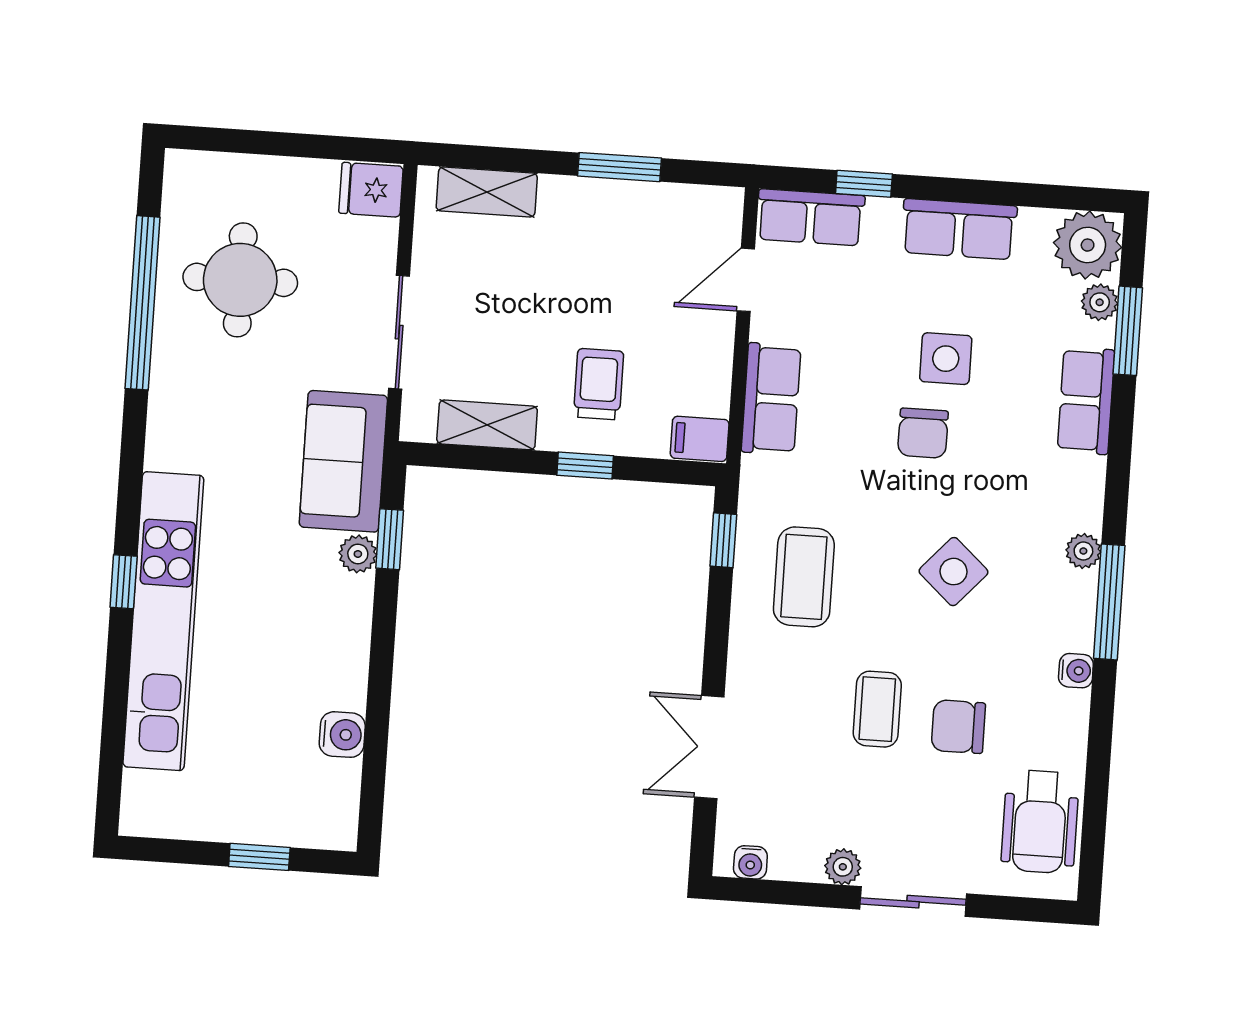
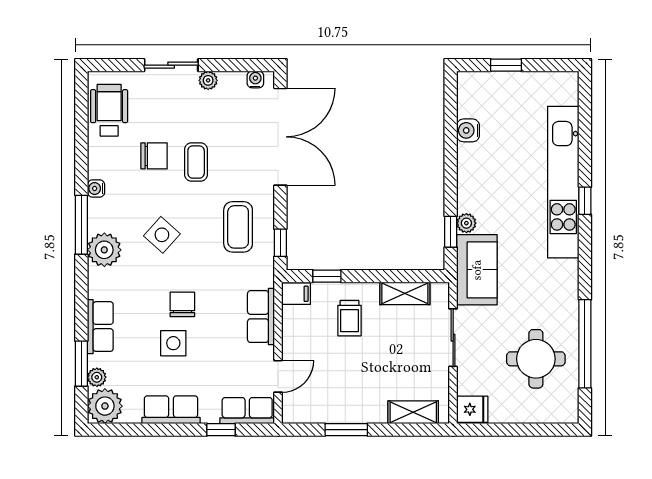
window: (585, 466) -> (327, 276), moved
plant: (1083, 551) -> (104, 250), width x1.88, depth x1.88
double door: (709, 747) -> (280, 137), width x1.87

